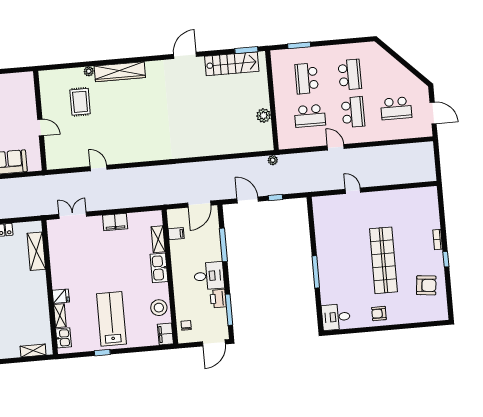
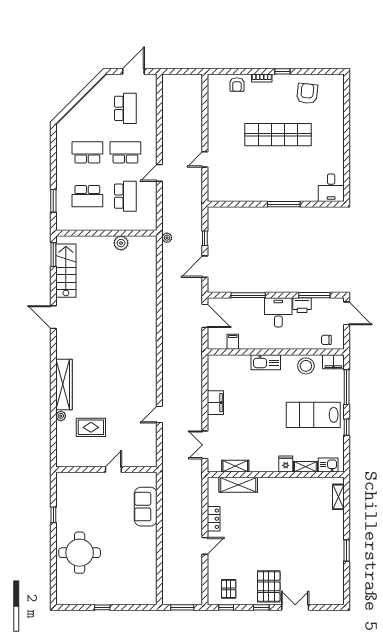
shelving: (158, 239) -> (235, 466), moved
armchair: (379, 314) -> (237, 85), moved
window: (141, 349) -> (347, 387), added

